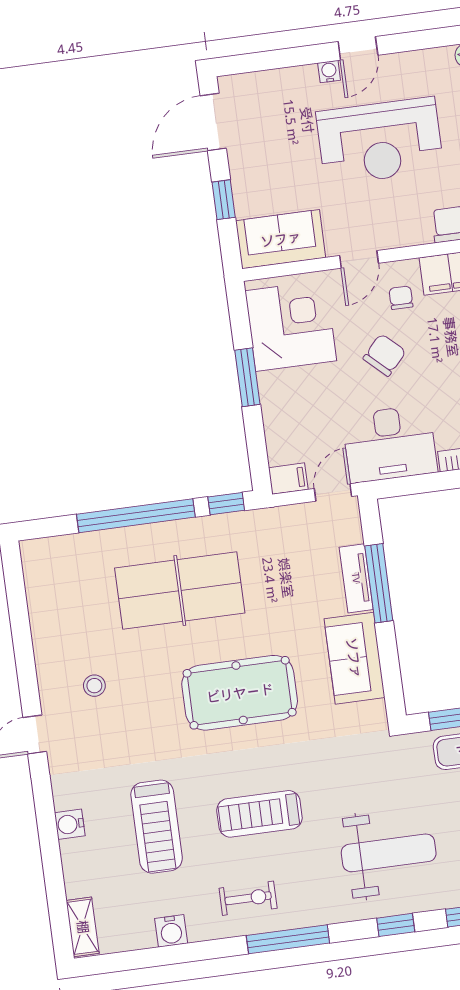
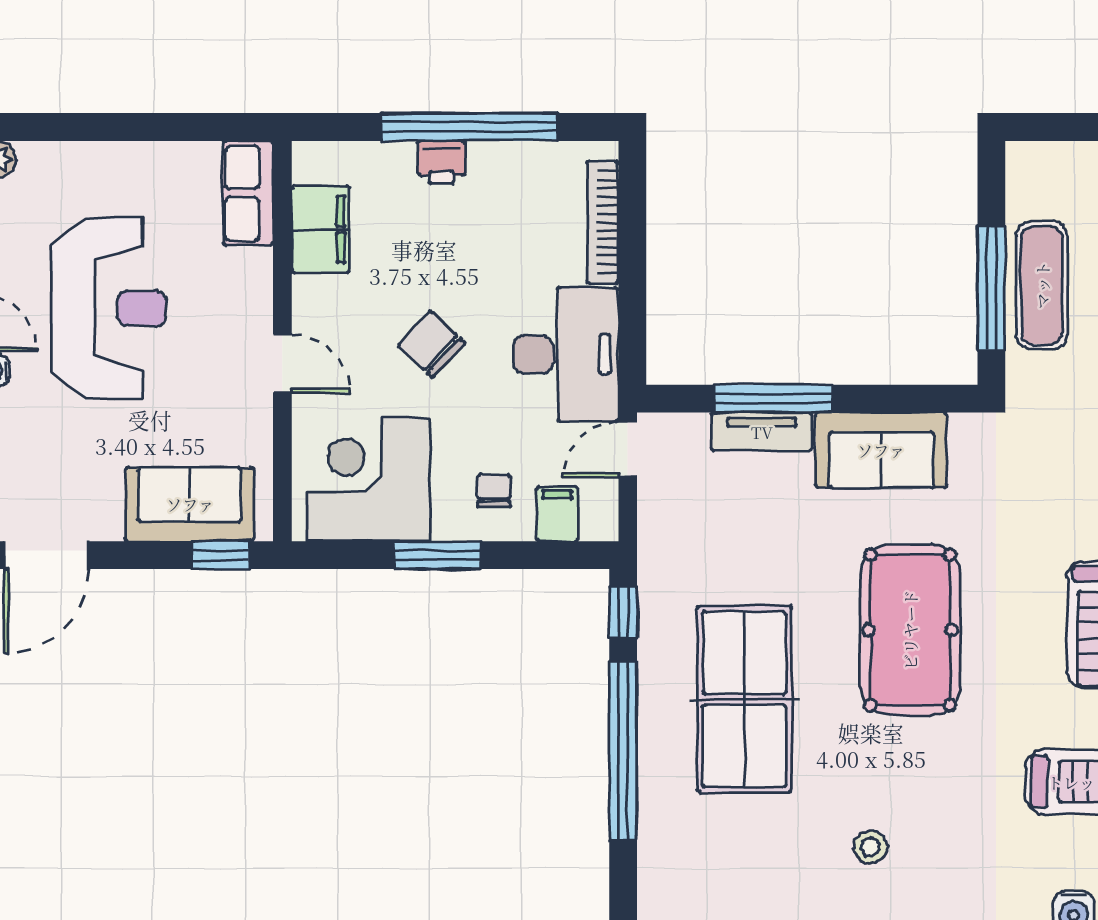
door: (213, 122) -> (46, 555), hinge flipped
window: (224, 200) -> (221, 555), moved
sofa: (281, 239) -> (190, 504), moved, turned 90
chair: (401, 298) -> (494, 491), moved, turned 90
filing cabinet: (288, 479) -> (557, 514), moved
door: (333, 492) -> (628, 449), hinge flipped

